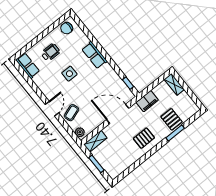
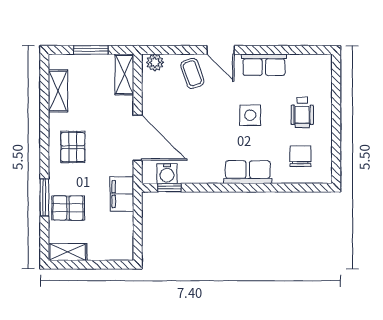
chair: (67, 28) -> (300, 156), moved
row of seats: (28, 66) -> (264, 65), moved
shelving: (174, 84) -> (68, 252), moved
water cooler: (123, 89) -> (167, 174), added
door: (118, 114) -> (138, 138), hinge flipped
shelving: (125, 164) -> (58, 91), added

